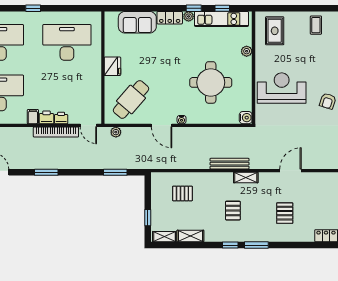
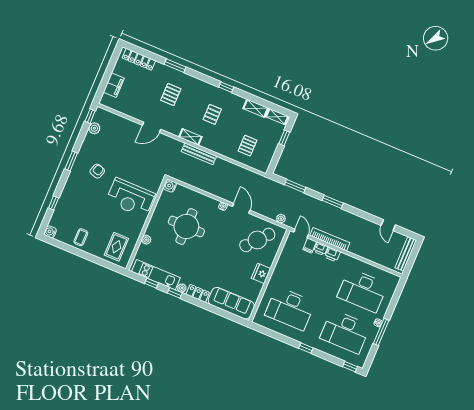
sofa: (137, 22) -> (231, 303), width x1.36
filing cabinet: (33, 117) -> (310, 246), moved
window: (46, 172) -> (333, 202), moved
pallet: (182, 193) -> (248, 146), turned 90
window: (256, 245) -> (175, 66), moved

